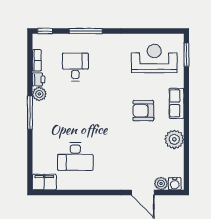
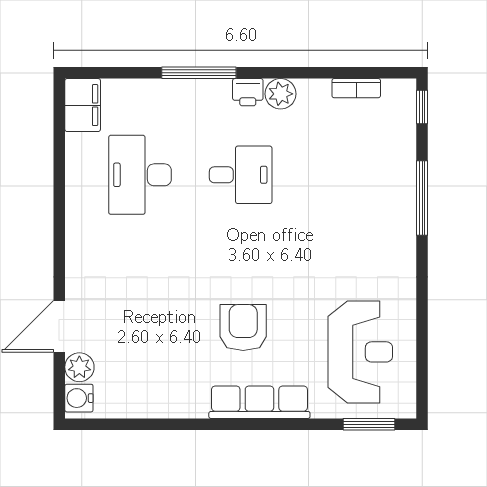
desk: (75, 67) -> (241, 175), moved
printer: (39, 79) -> (248, 92), moved
row of seats: (177, 103) -> (259, 402), width x1.48
window: (30, 113) -> (199, 73), moved
plant: (174, 139) -> (178, 397), removed

